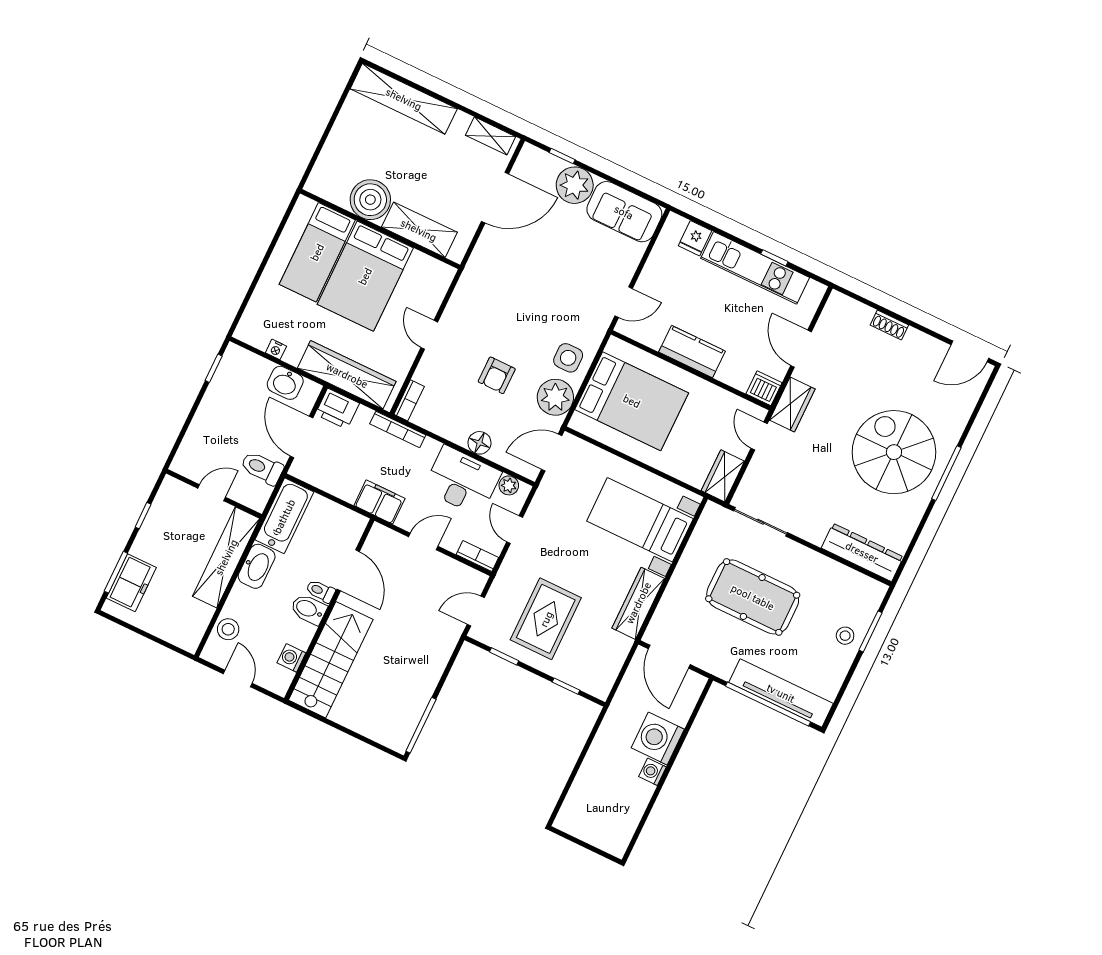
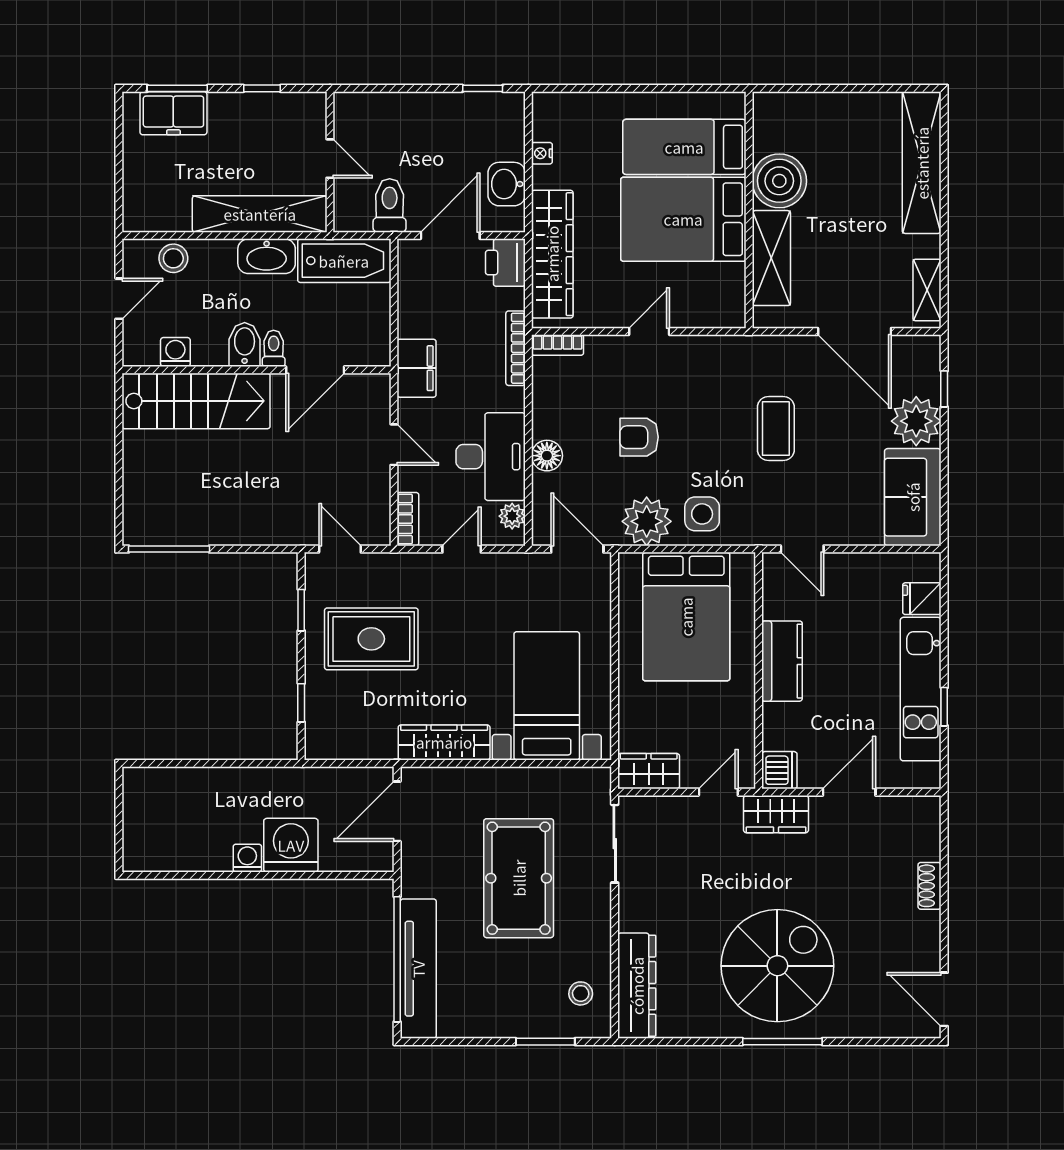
coffee table: (535, 281) -> (776, 429), added
stool: (845, 636) -> (581, 993), moved

